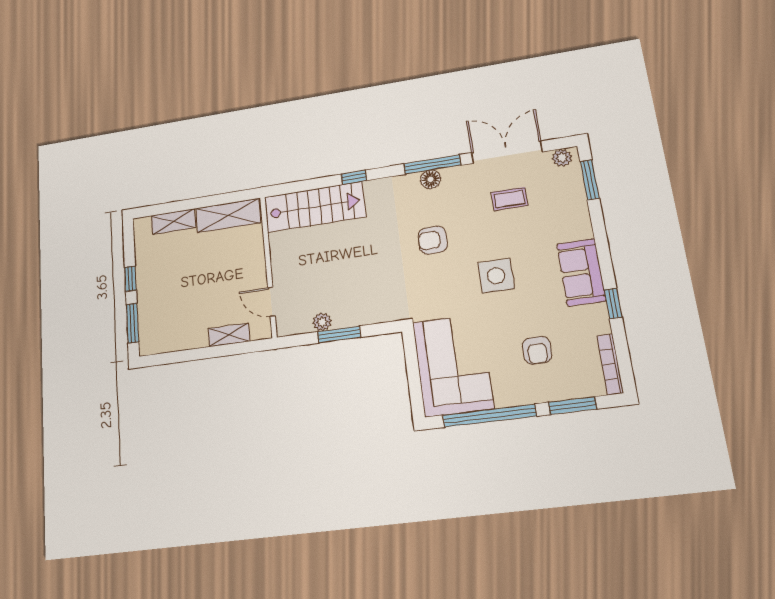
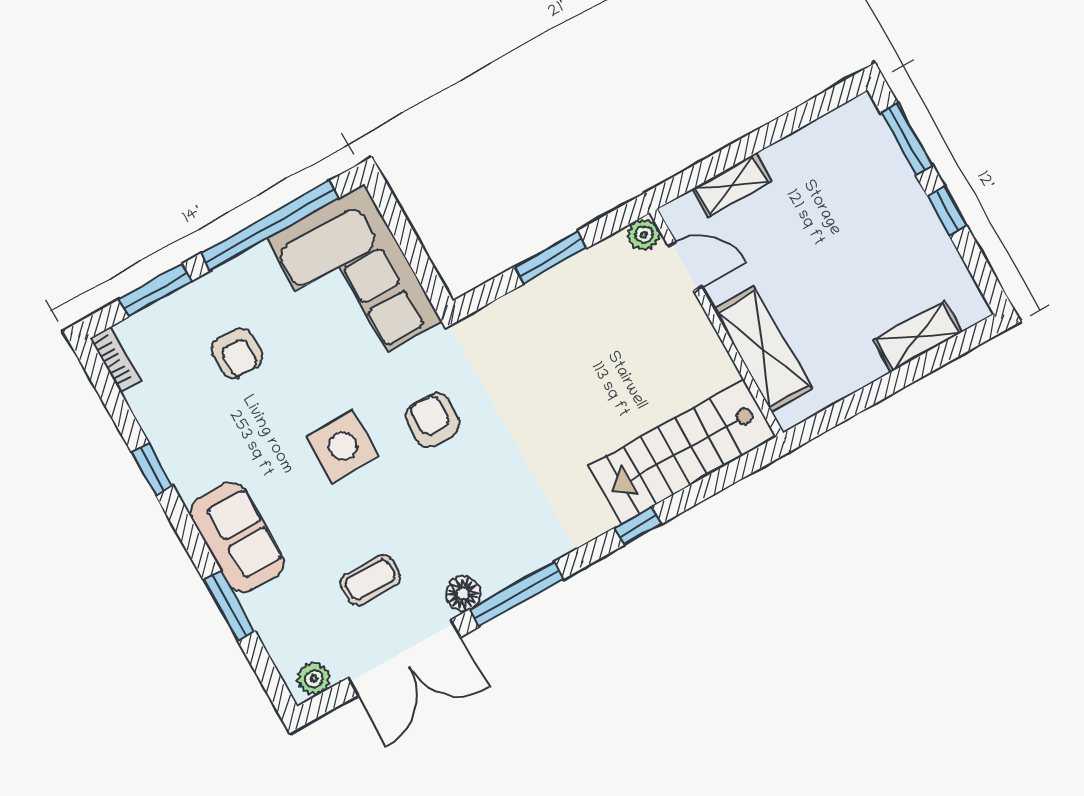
floor lamp: (431, 179) -> (463, 594), moved
window: (590, 180) -> (229, 606), moved
shelving: (228, 215) -> (763, 349), moved, turned 90
armchair: (433, 240) -> (433, 420), moved, turned -90
sofa: (581, 272) -> (237, 537), moved
plant: (322, 322) -> (644, 234), moved
armchair: (537, 350) -> (237, 353), turned 180
bookcase: (610, 364) -> (115, 359), width x0.64

